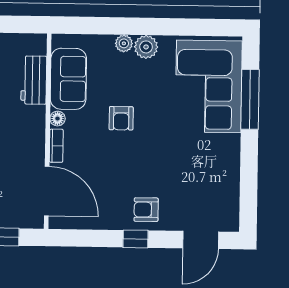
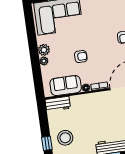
workbench: (34, 80) -> (58, 104), moved

